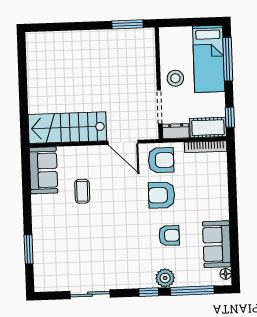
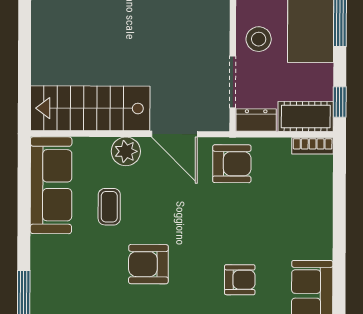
bookcase: (206, 147) -> (313, 146), width x0.64
plant: (92, 155) -> (126, 151), added
sofa: (43, 170) -> (51, 185), width x1.36
armchair: (162, 195) -> (148, 264), moved

